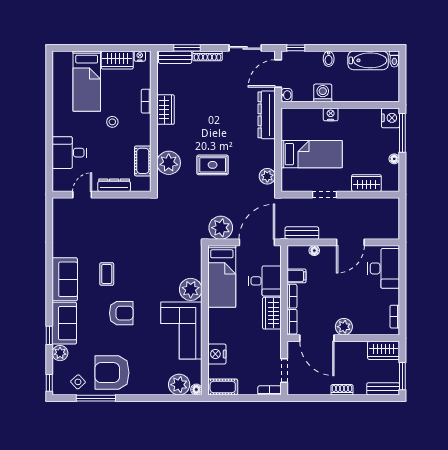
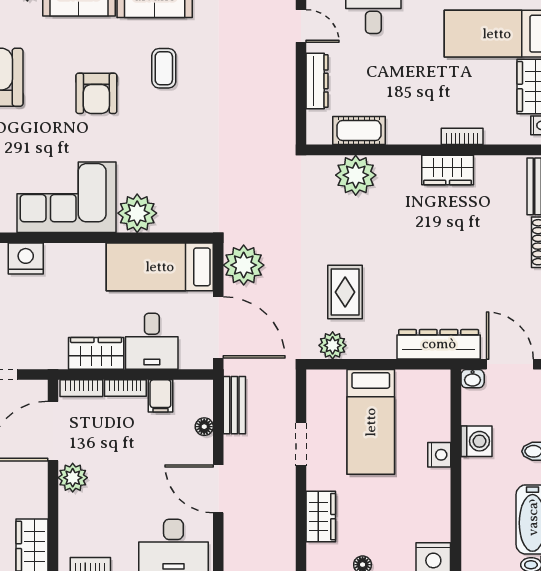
stool: (112, 122) -> (426, 78), removed
rug: (213, 165) -> (345, 292), moved
coffee table: (107, 274) -> (164, 68), turned 90

